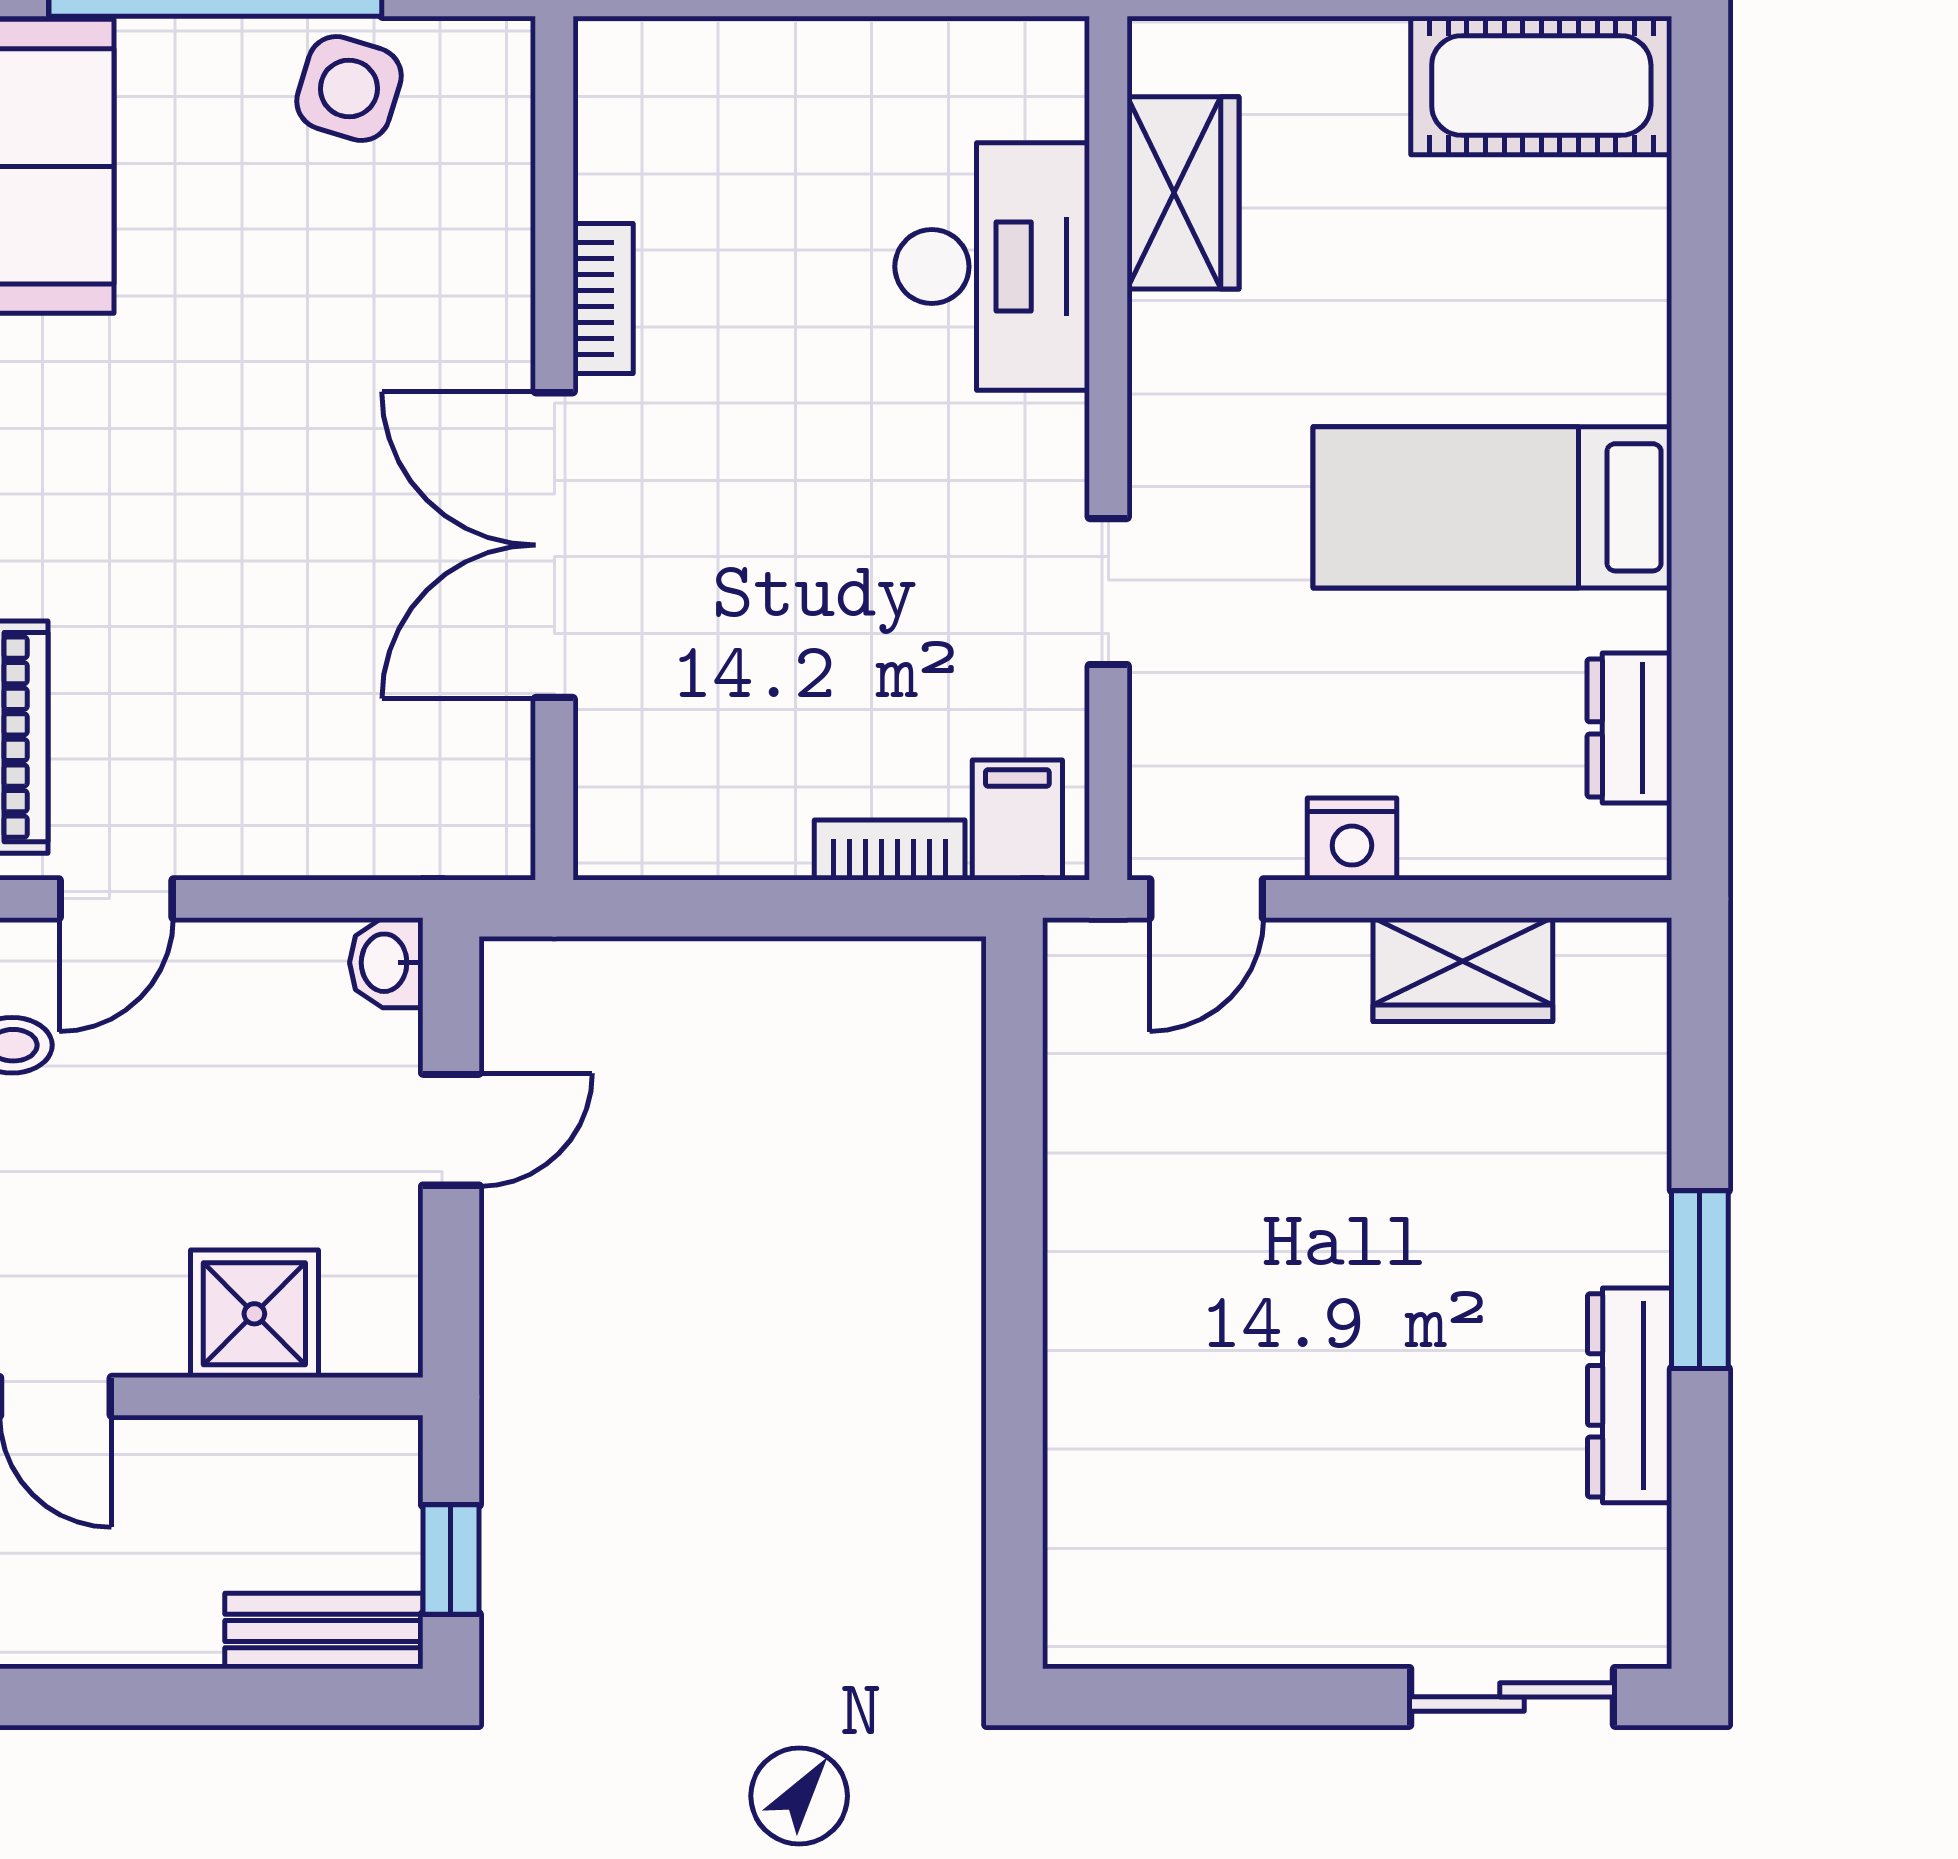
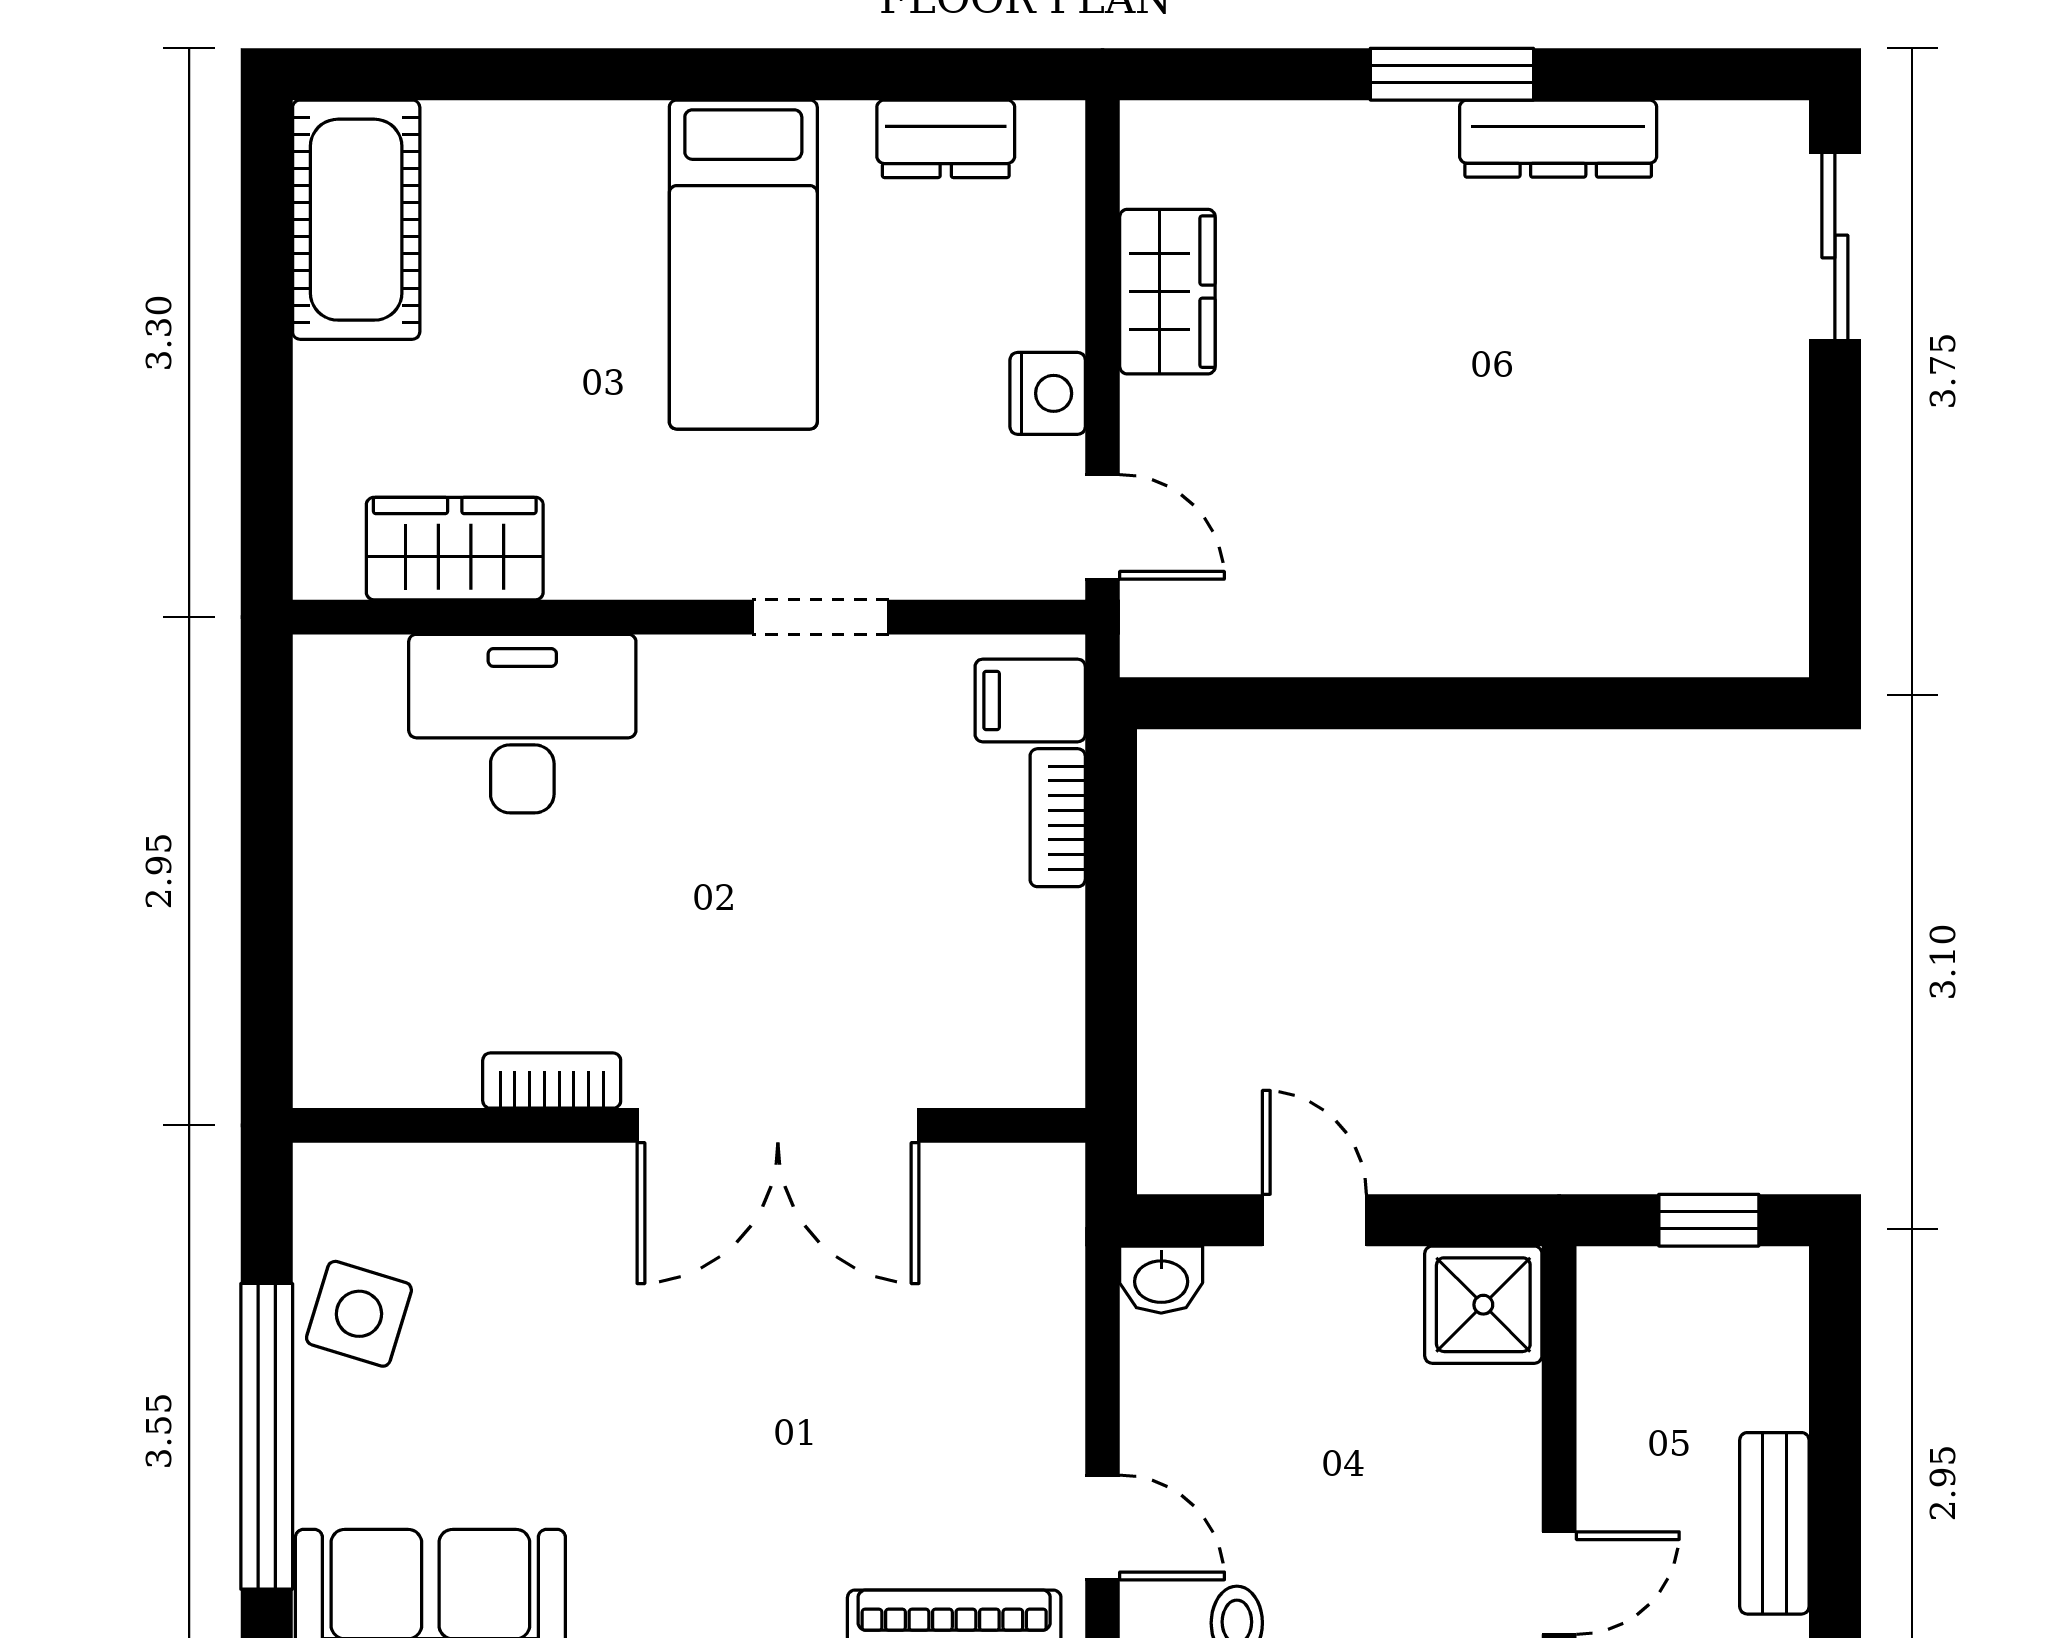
shower: (254, 1314) -> (1483, 1305), moved
bench: (324, 1631) -> (1774, 1523), moved

